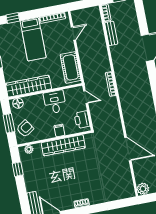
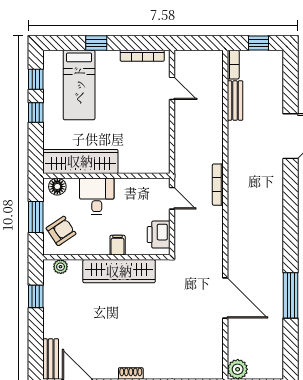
window: (13, 18) -> (96, 43), moved
door: (73, 33) -> (172, 88), hinge flipped
bed: (33, 39) -> (79, 85), moved
cot: (71, 67) -> (157, 144), removed
desk: (55, 102) -> (97, 196), moved

